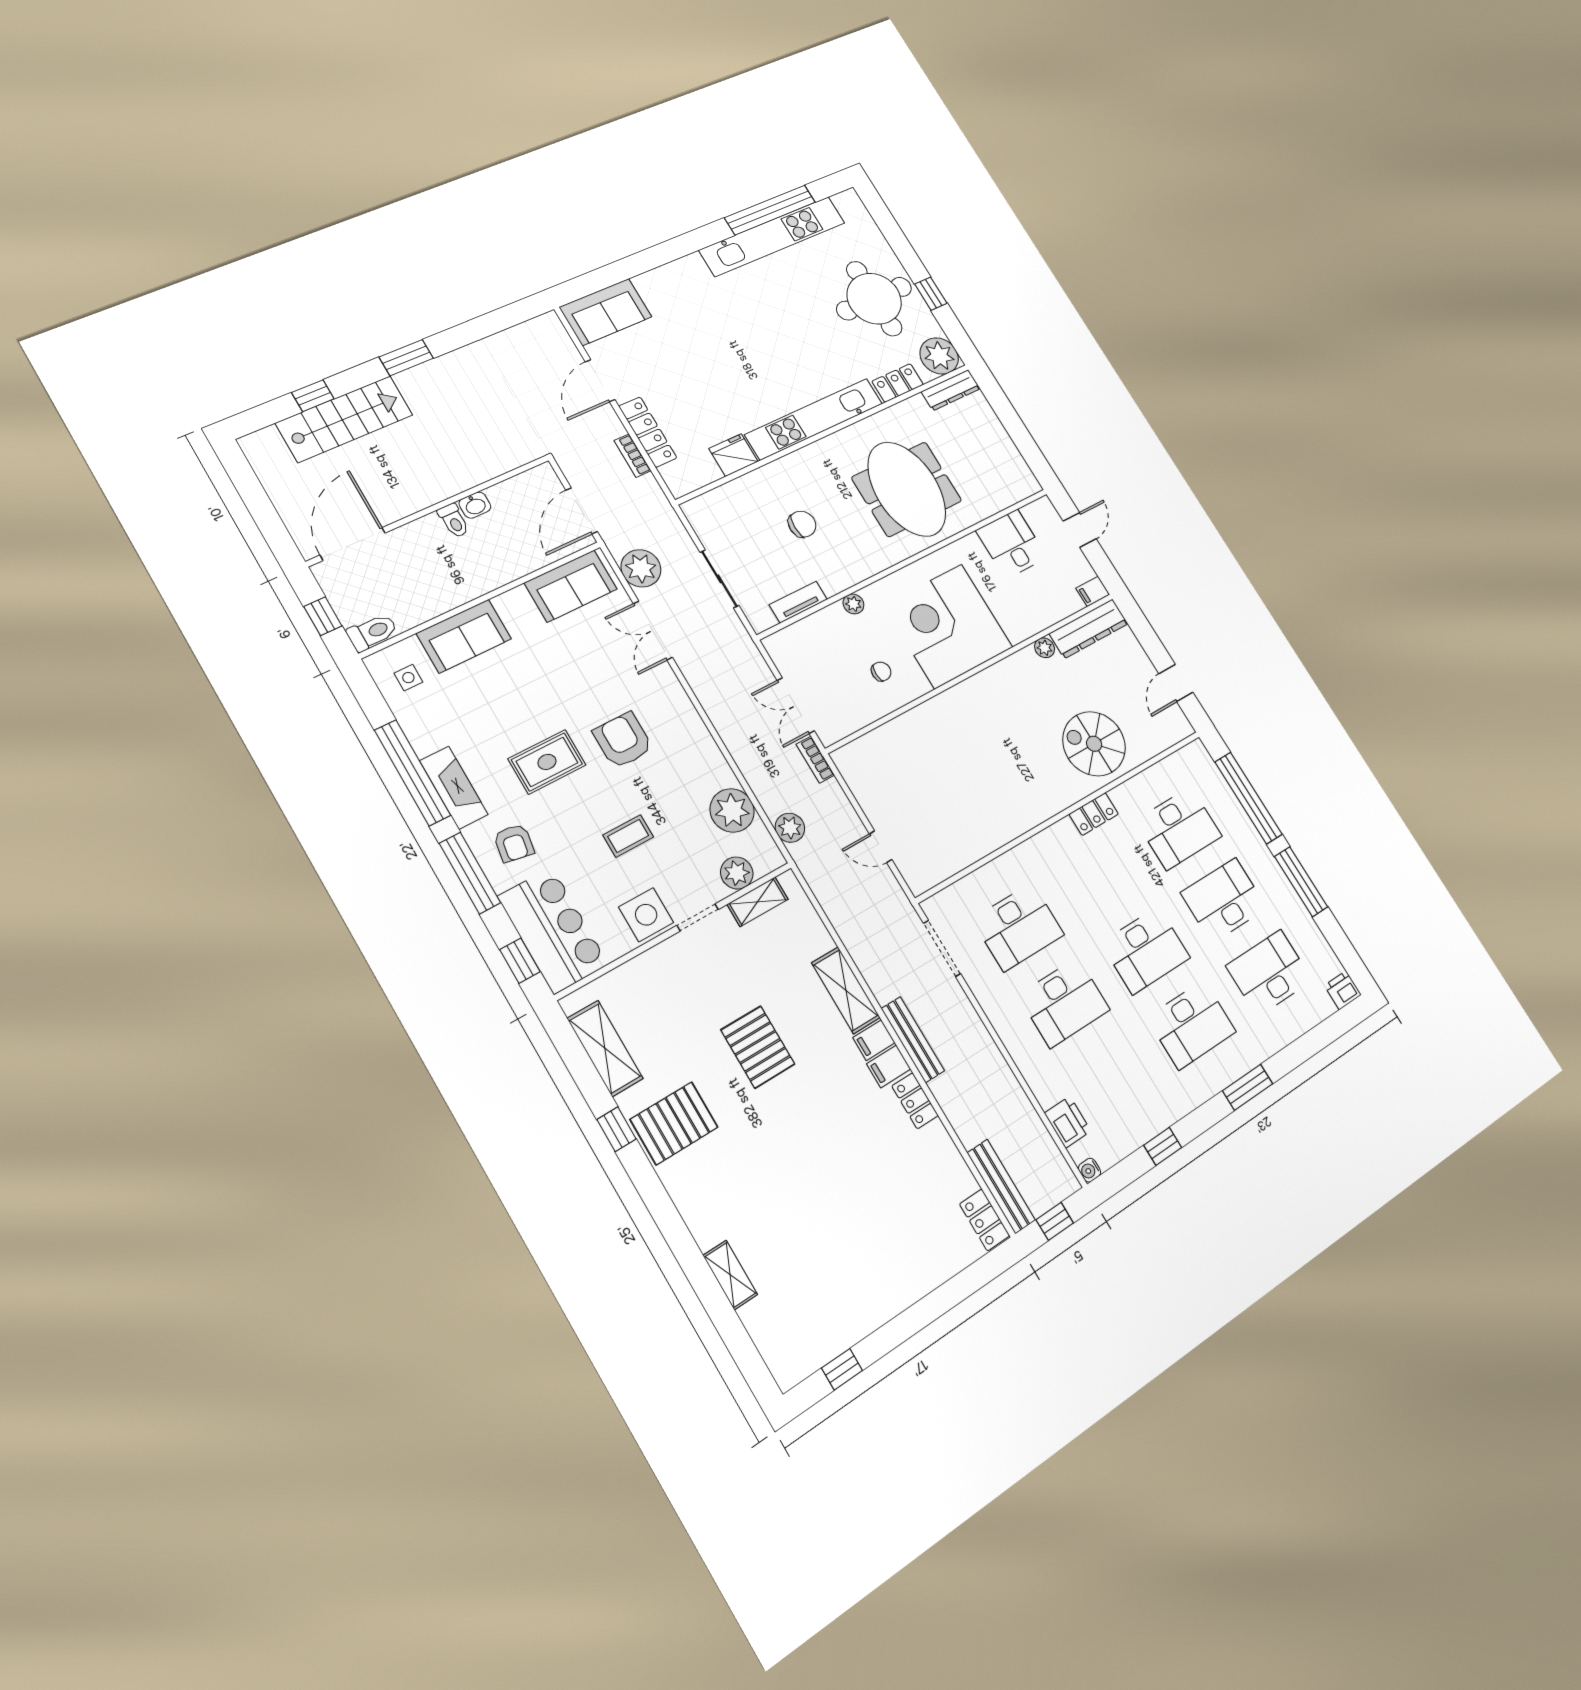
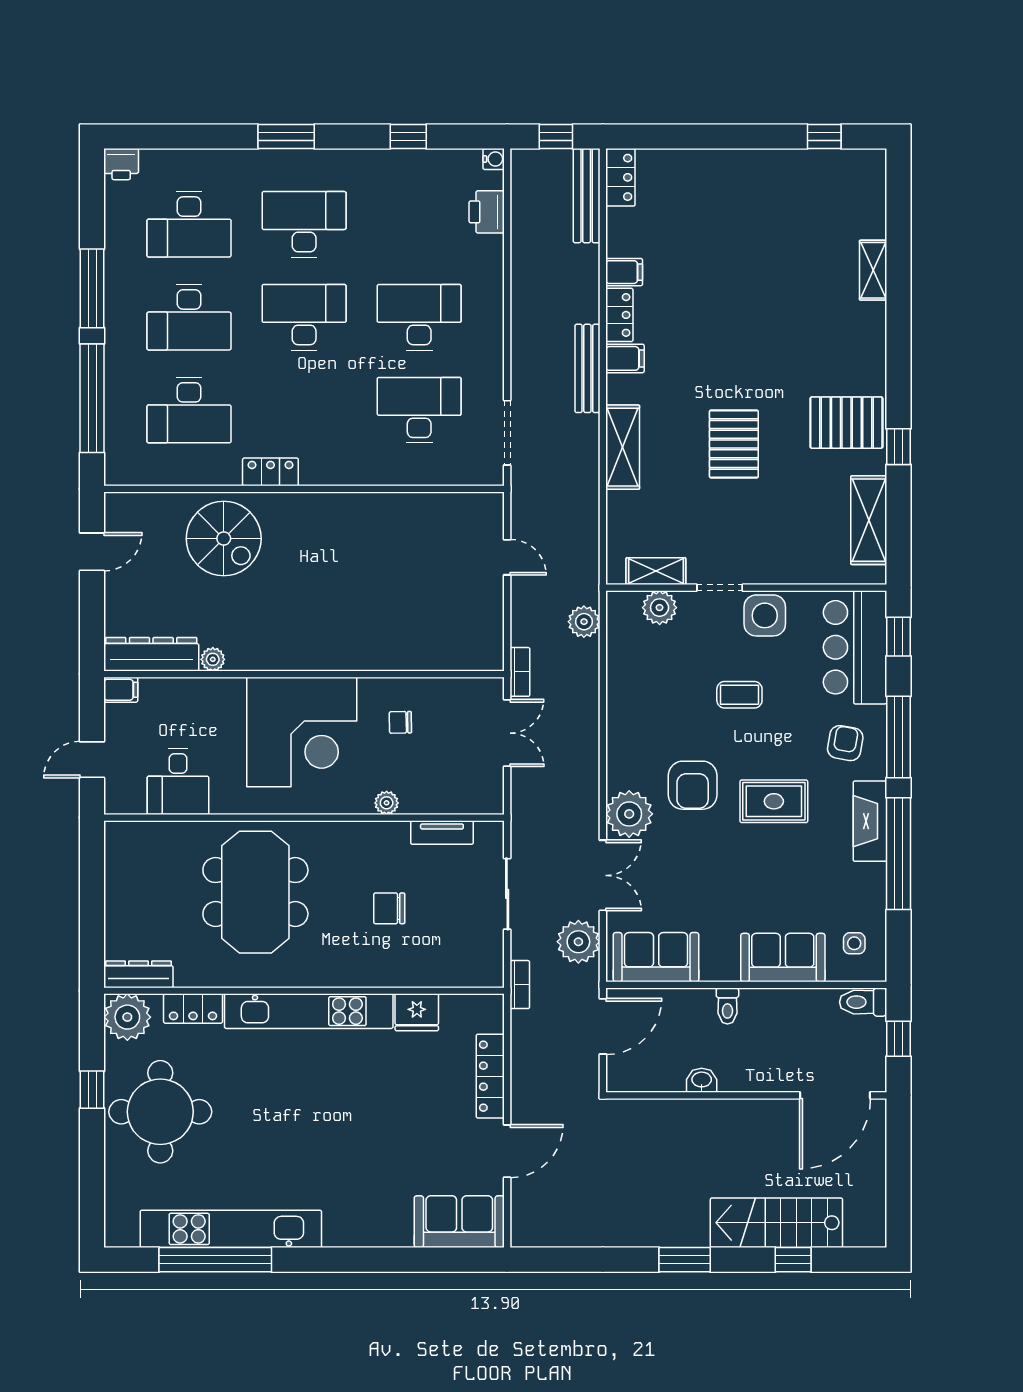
bookcase: (633, 456) -> (520, 985), moved
toilet: (454, 521) -> (727, 1006), moved, turned 180
plant: (732, 810) -> (629, 814), moved
desk: (1179, 828) -> (189, 410), turned 180
filing cabinet: (874, 1040) -> (624, 272), moved

